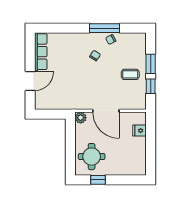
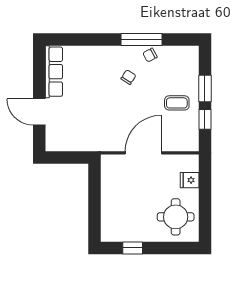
door: (30, 81) -> (39, 112), swing flipped
door: (106, 111) -> (143, 153), swing flipped
plant: (81, 118) -> (109, 162), removed
round table: (92, 157) -> (176, 217), moved

